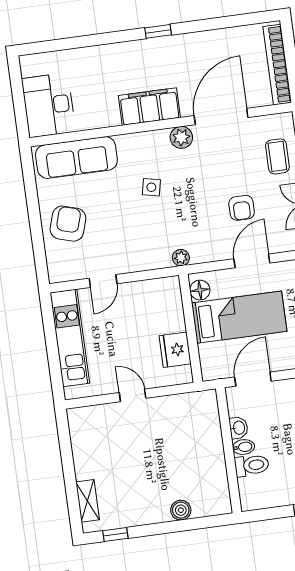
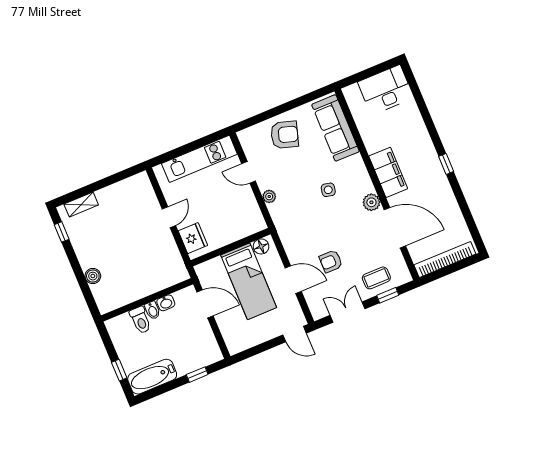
desk: (49, 105) -> (386, 90), moved
plant: (181, 258) -> (269, 196), moved
fridge: (175, 350) -> (193, 238), moved, turned 90

